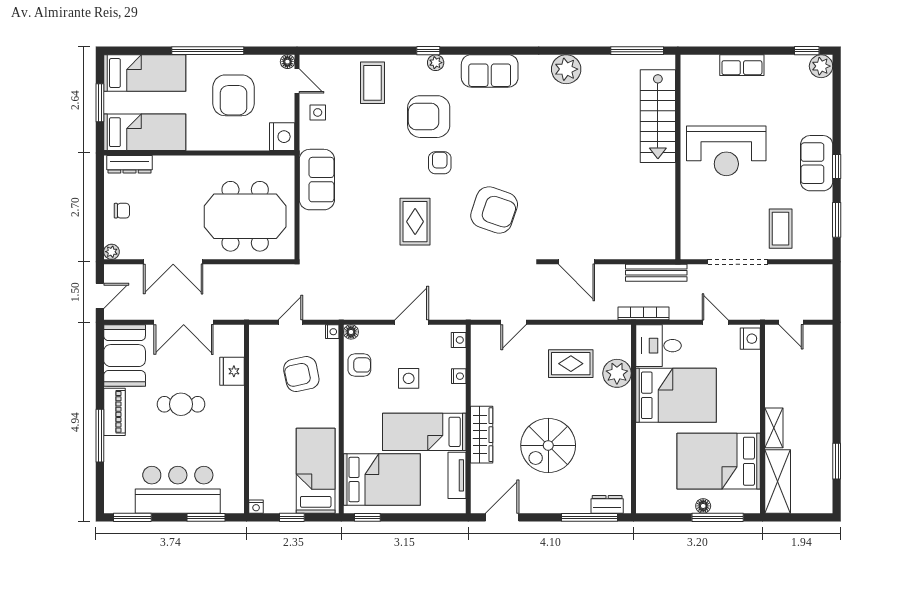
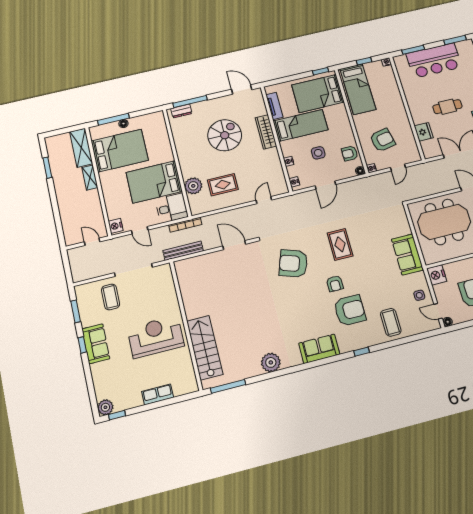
plant: (436, 63) -> (355, 345), removed
door: (502, 517) -> (242, 89), swing flipped

